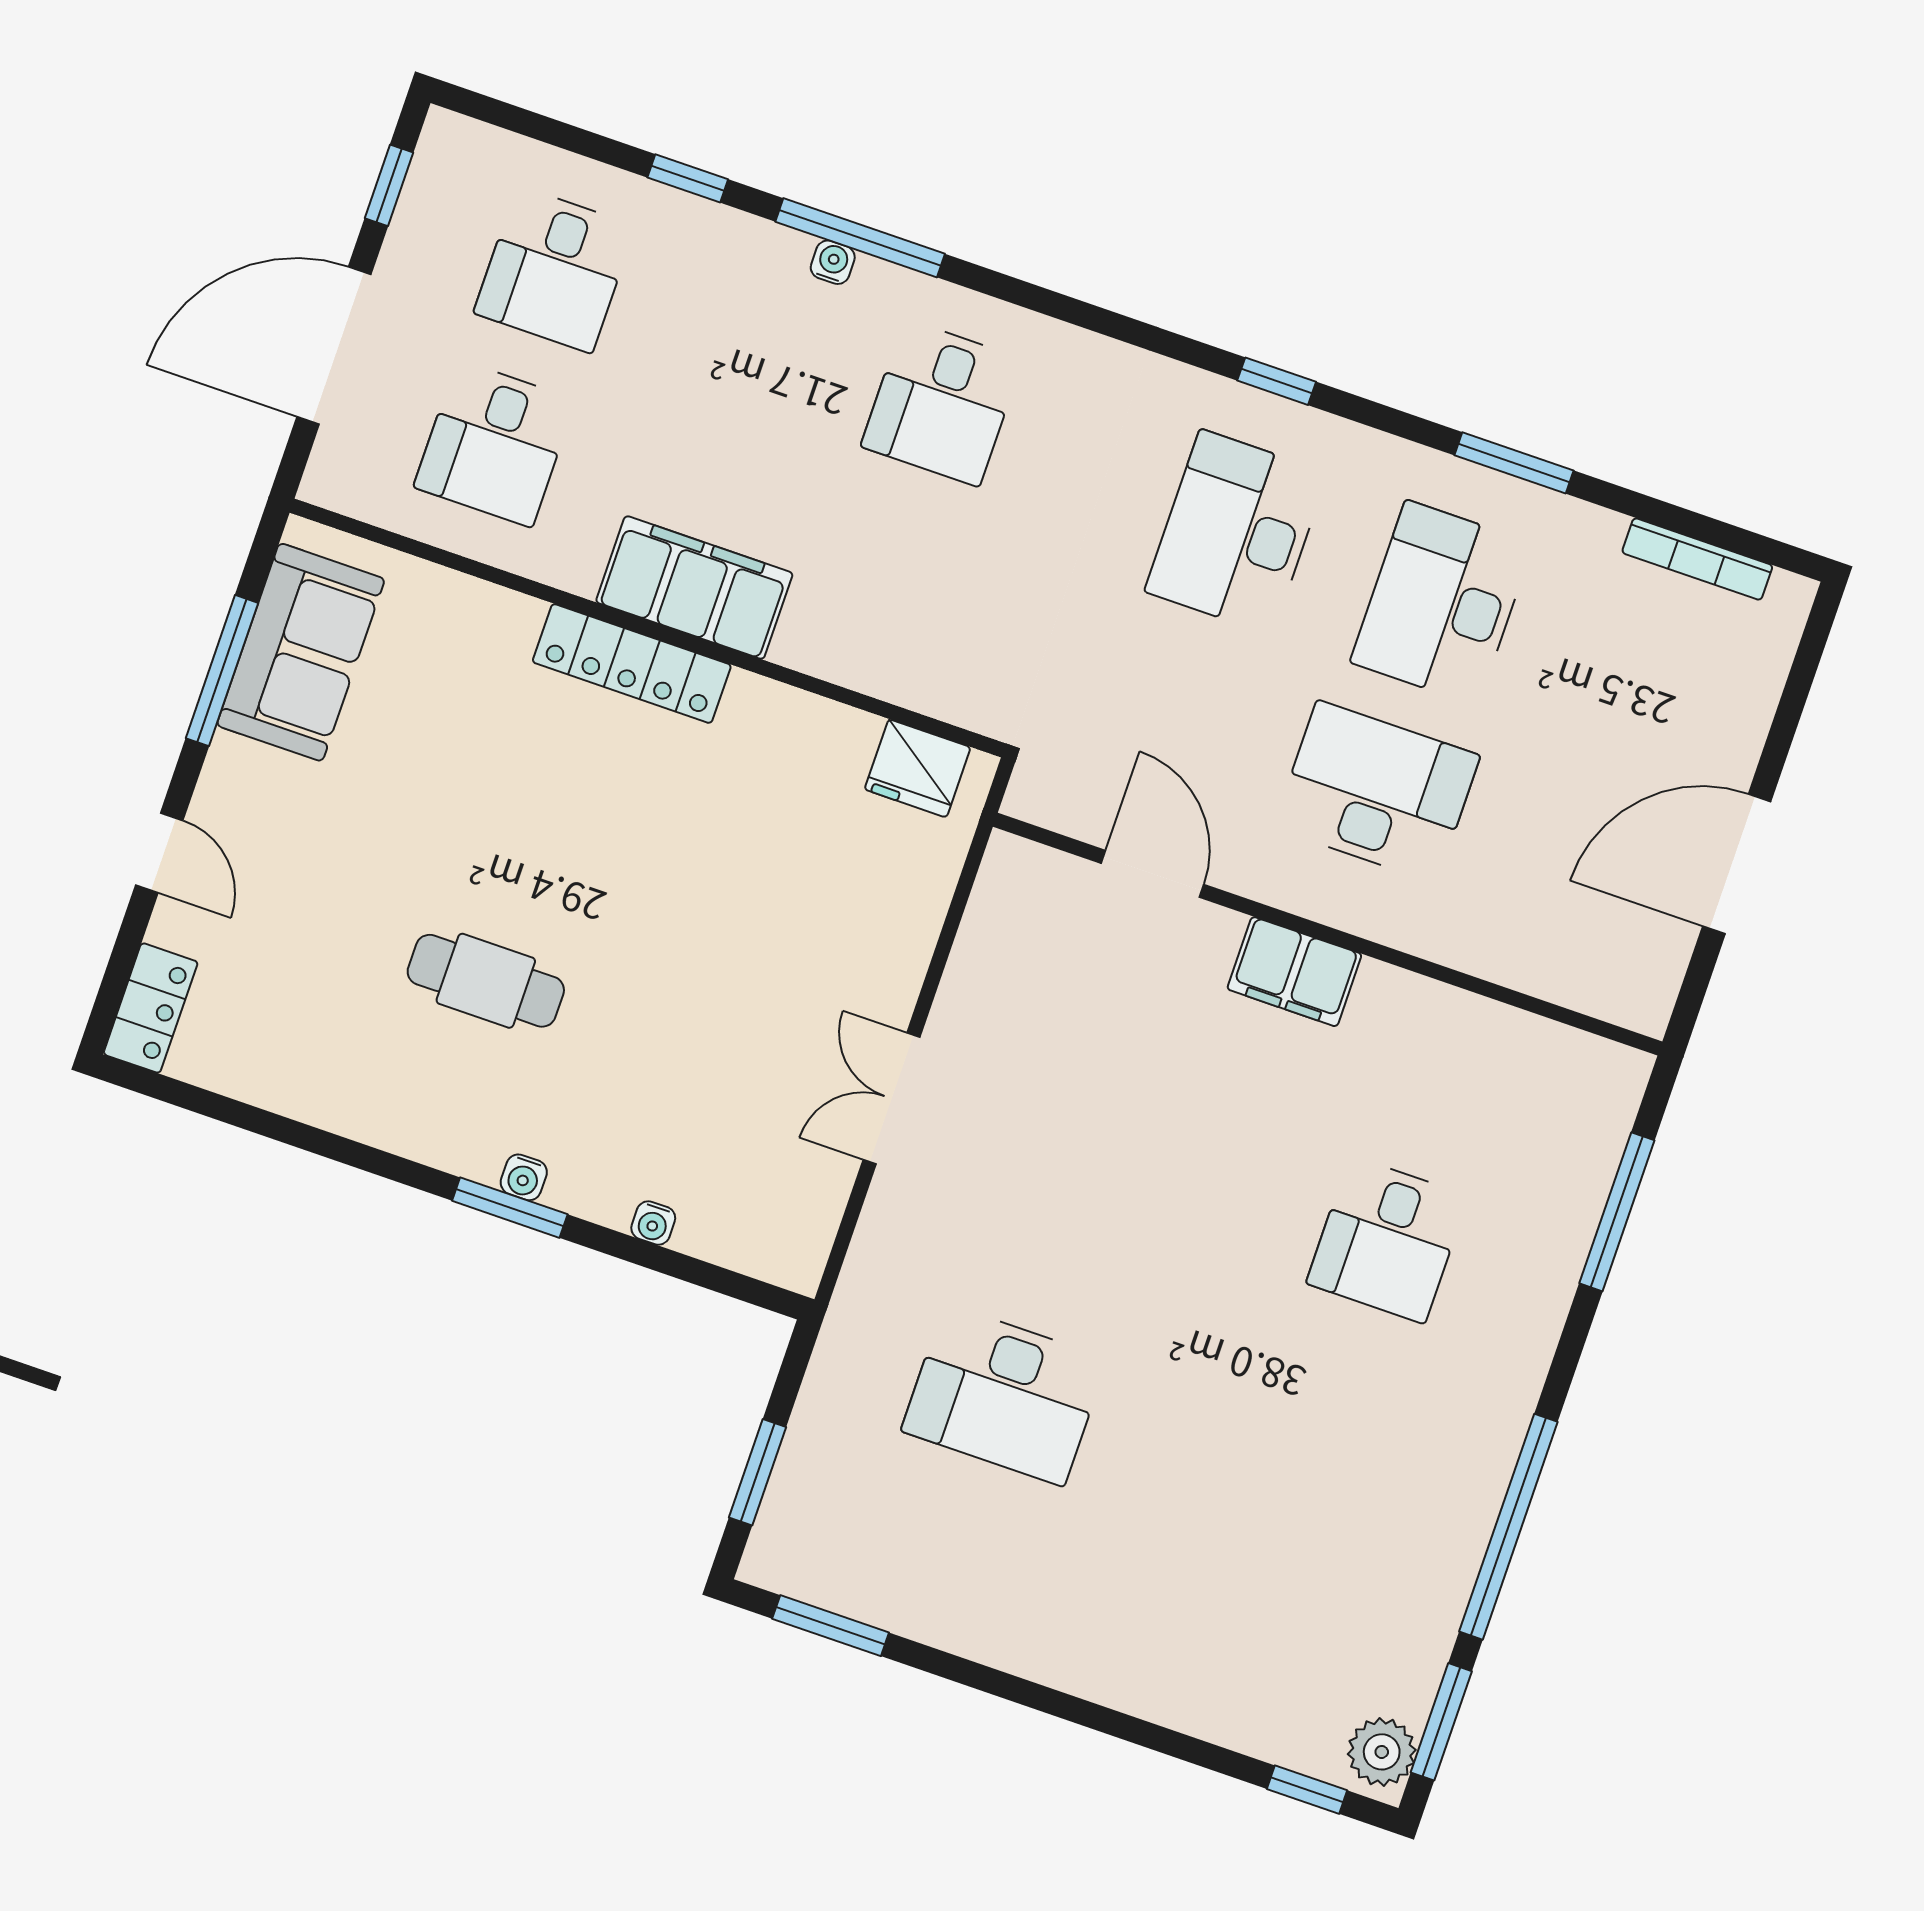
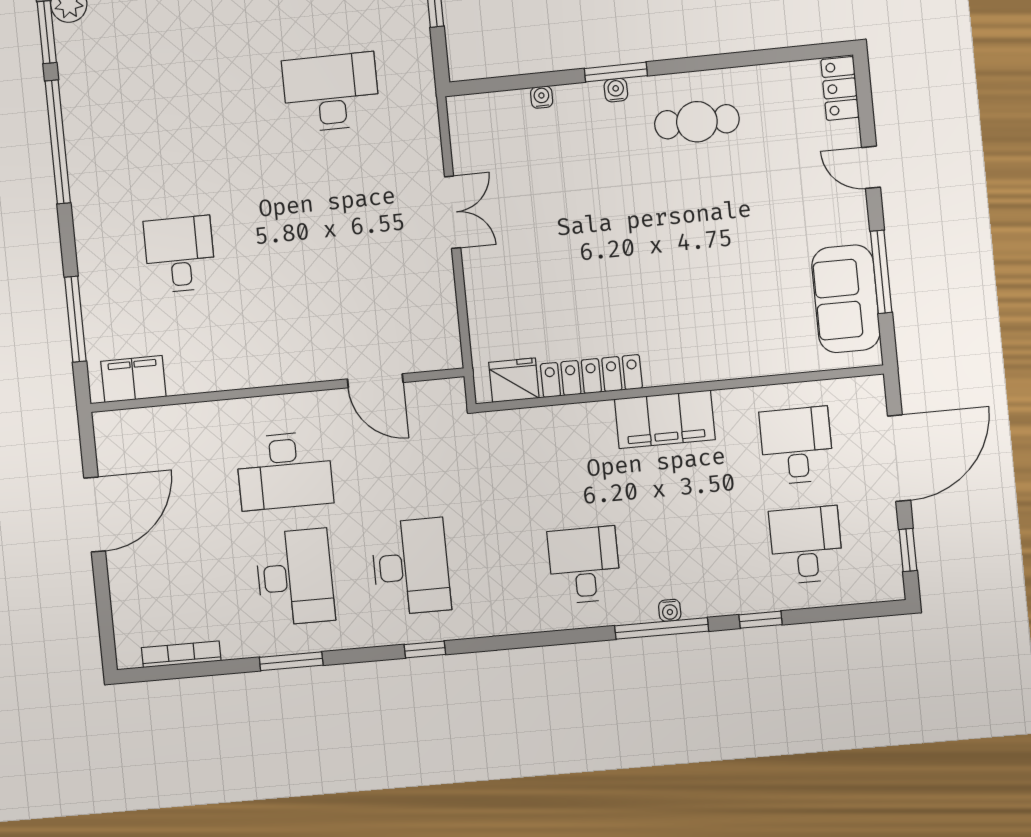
locker: (632, 664) -> (591, 376), moved
filing cabinet: (1294, 972) -> (133, 379), moved
cafe table: (486, 981) -> (697, 122), moved

